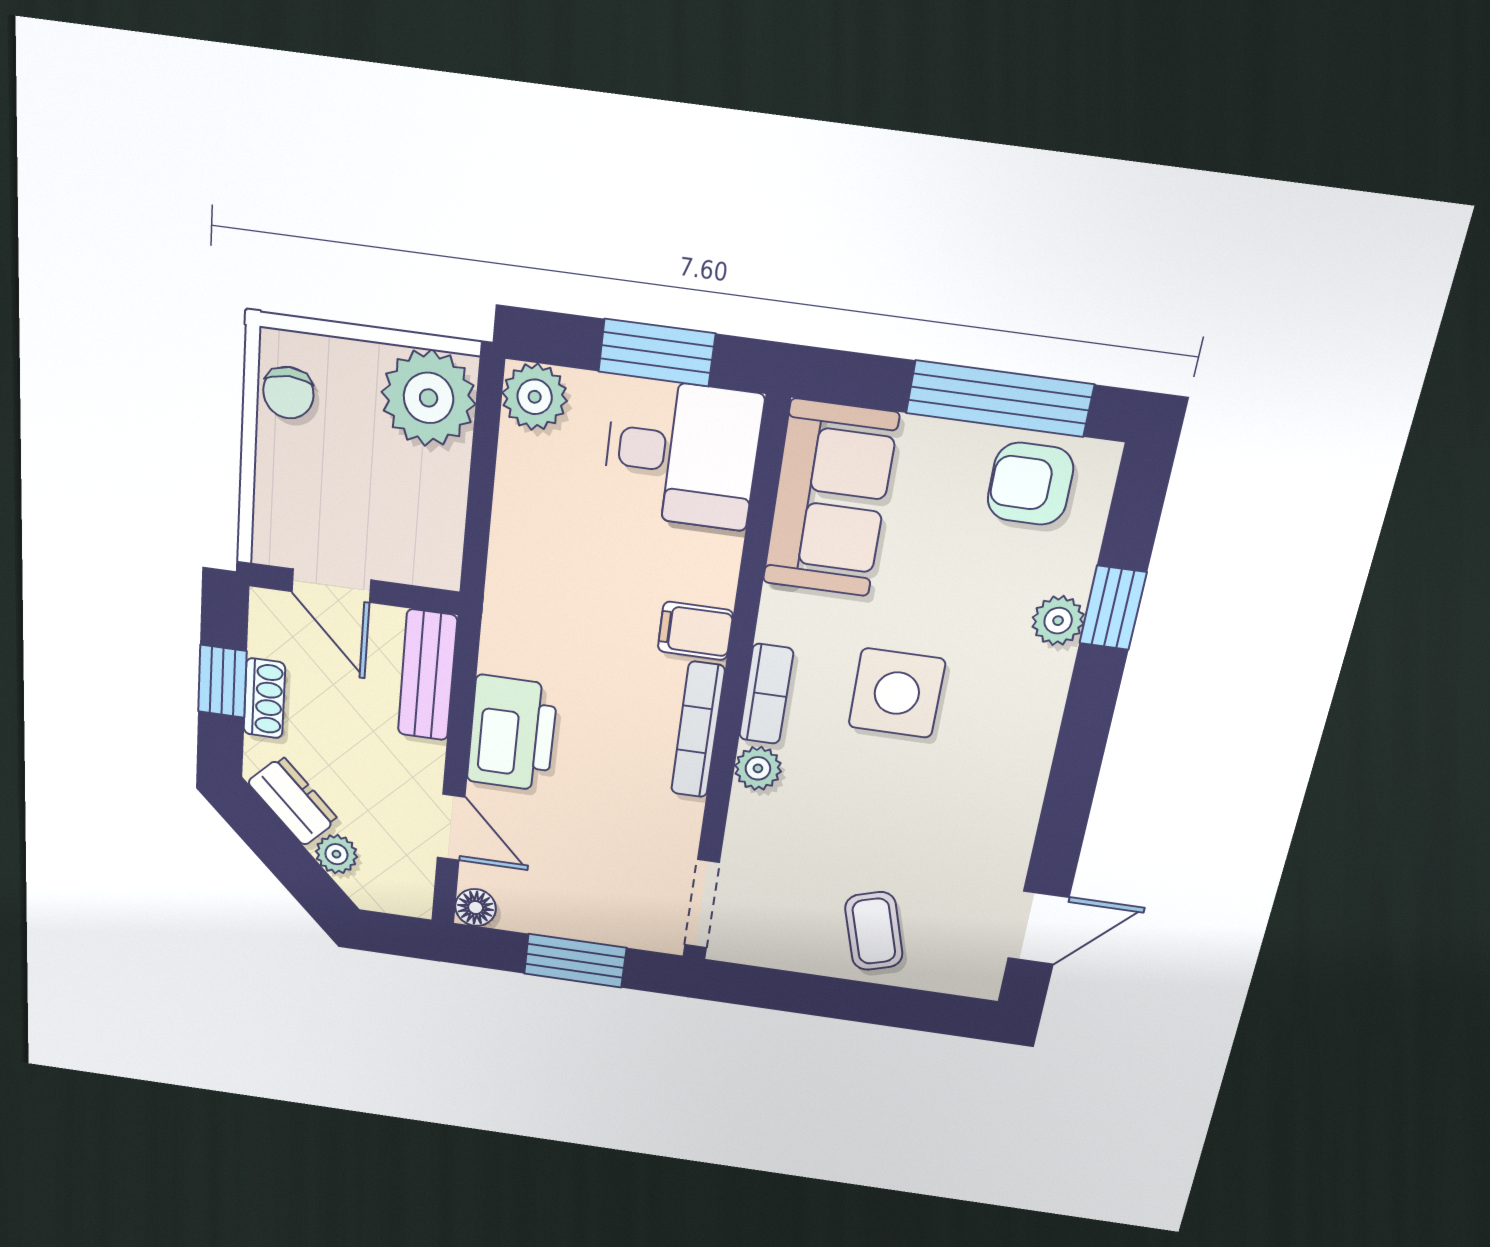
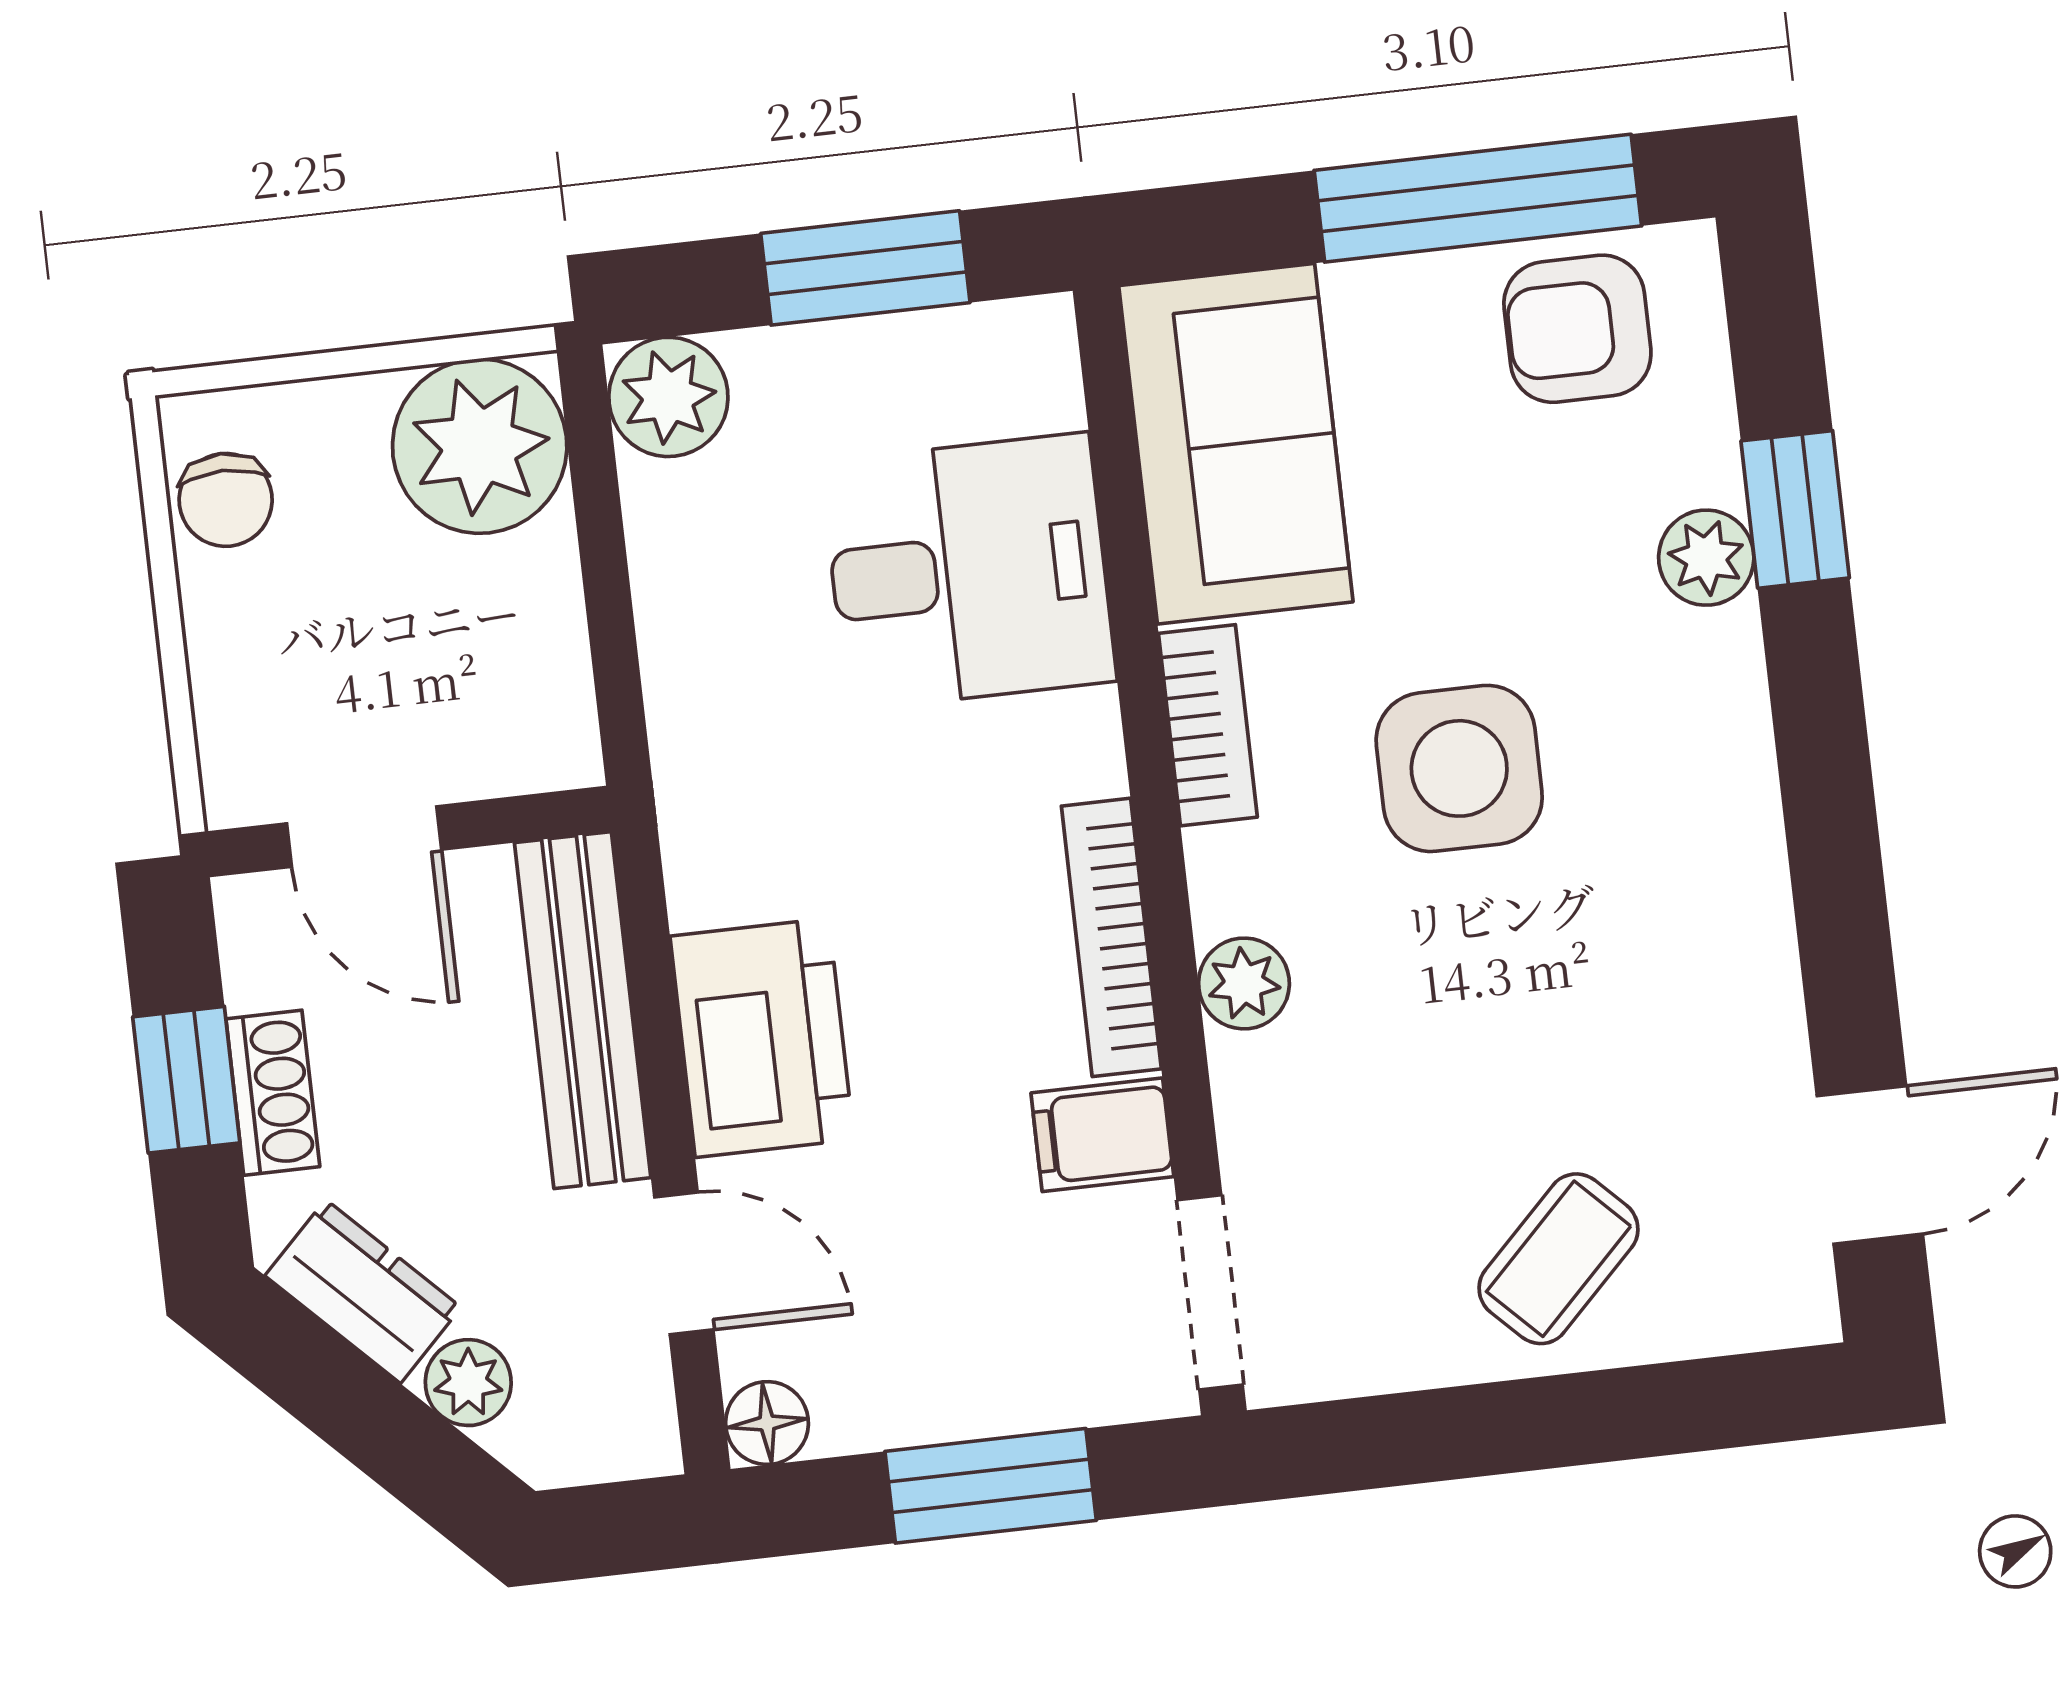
desk: (682, 454) -> (968, 572), moved
filing cabinet: (695, 631) -> (1102, 1135), moved
bench: (427, 675) -> (583, 1010), width x1.36
bookcase: (766, 694) -> (1208, 725), moved
coffee table: (874, 931) -> (1559, 1259), turned 62

